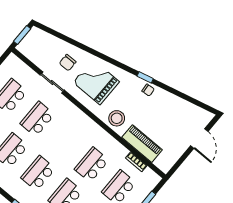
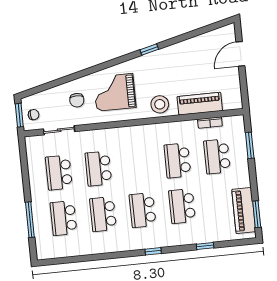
sliding door: (52, 82) -> (59, 130), moved
chair: (148, 90) -> (34, 115), moved
door: (199, 139) -> (240, 54), swing flipped

